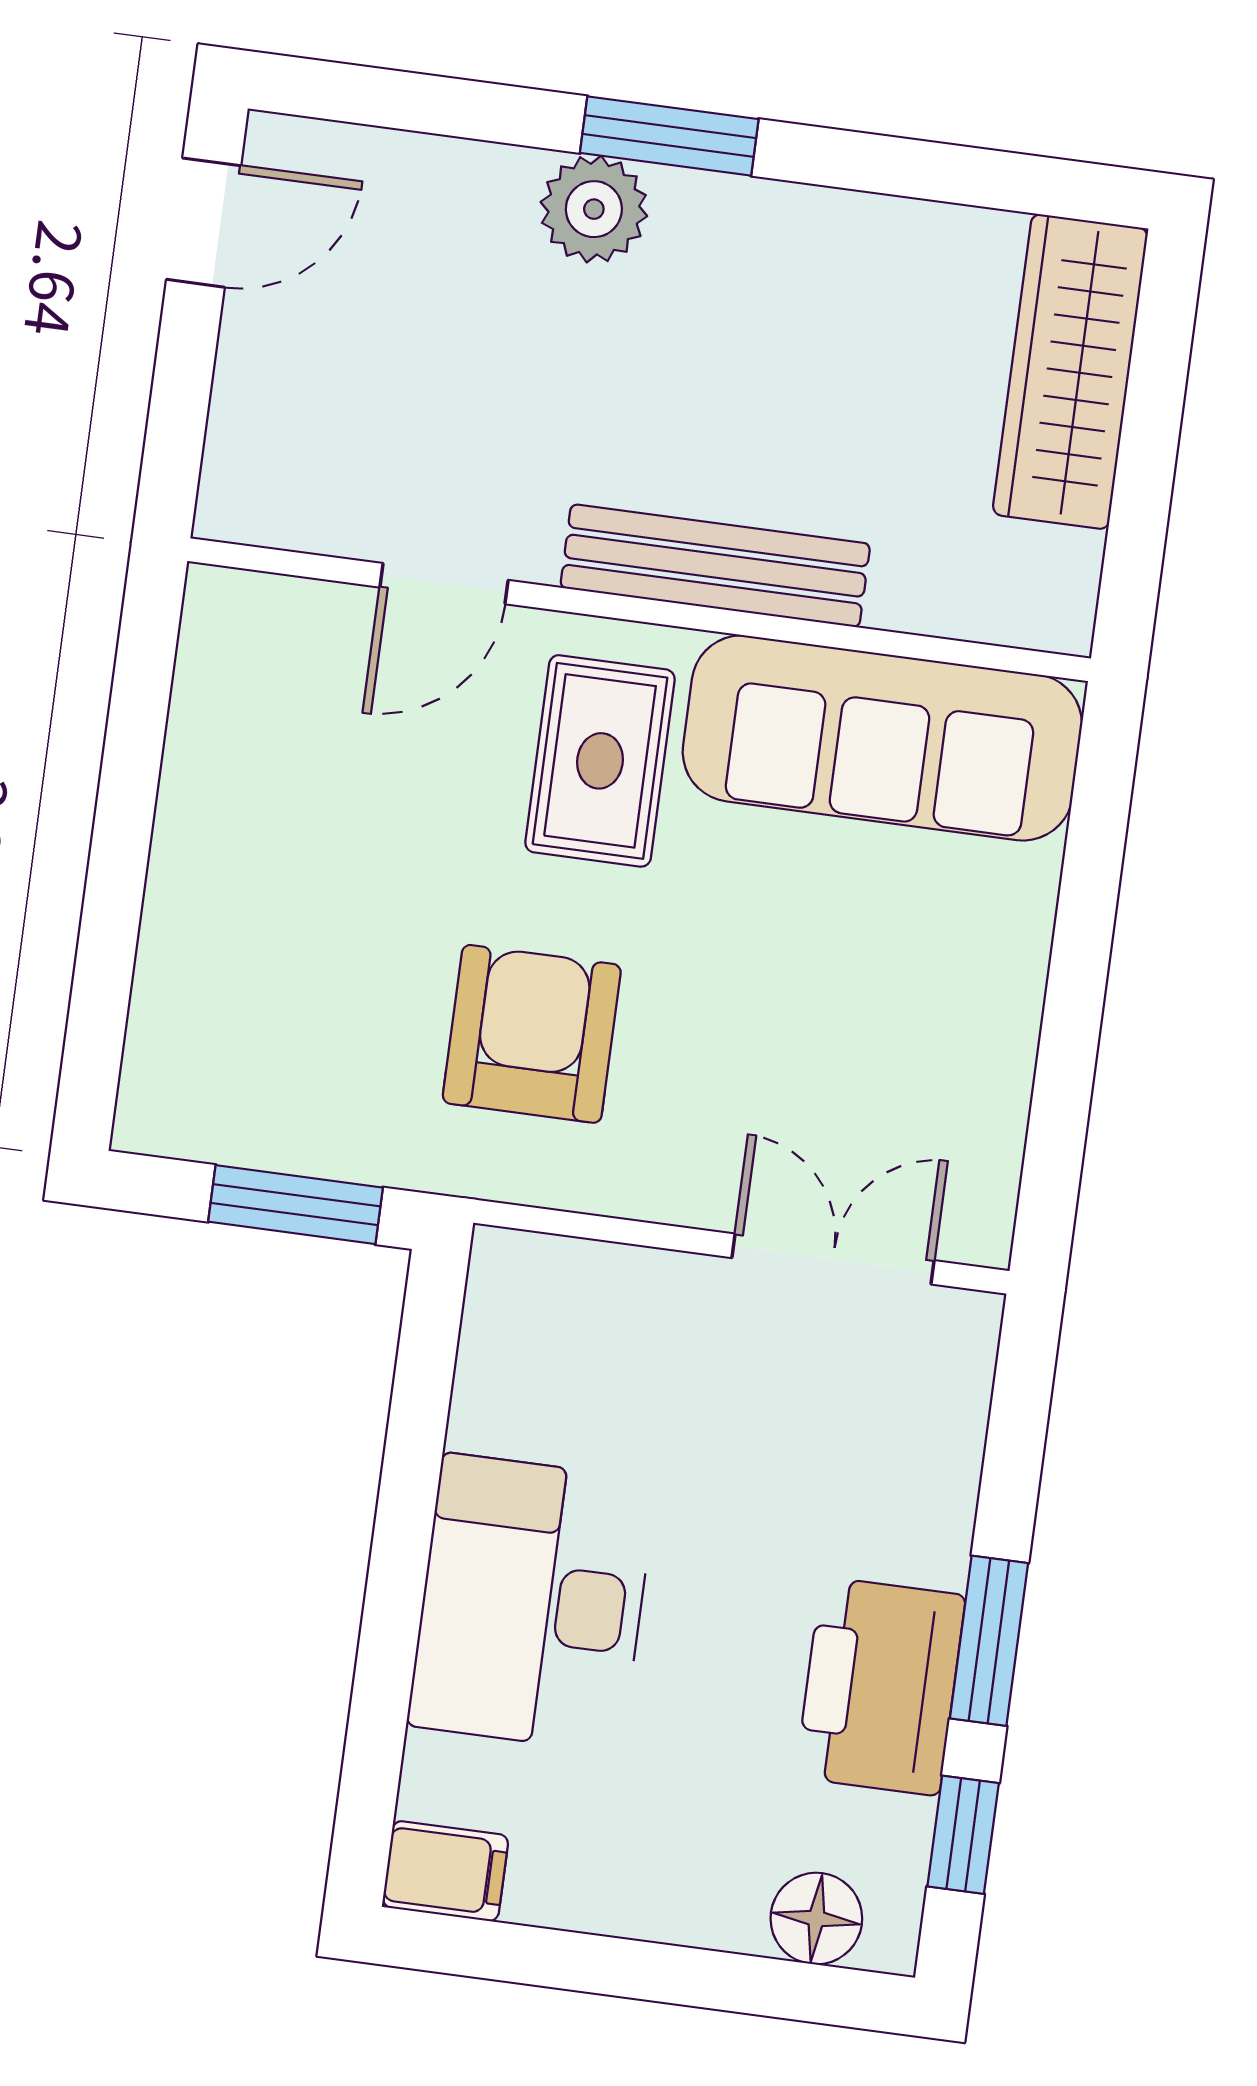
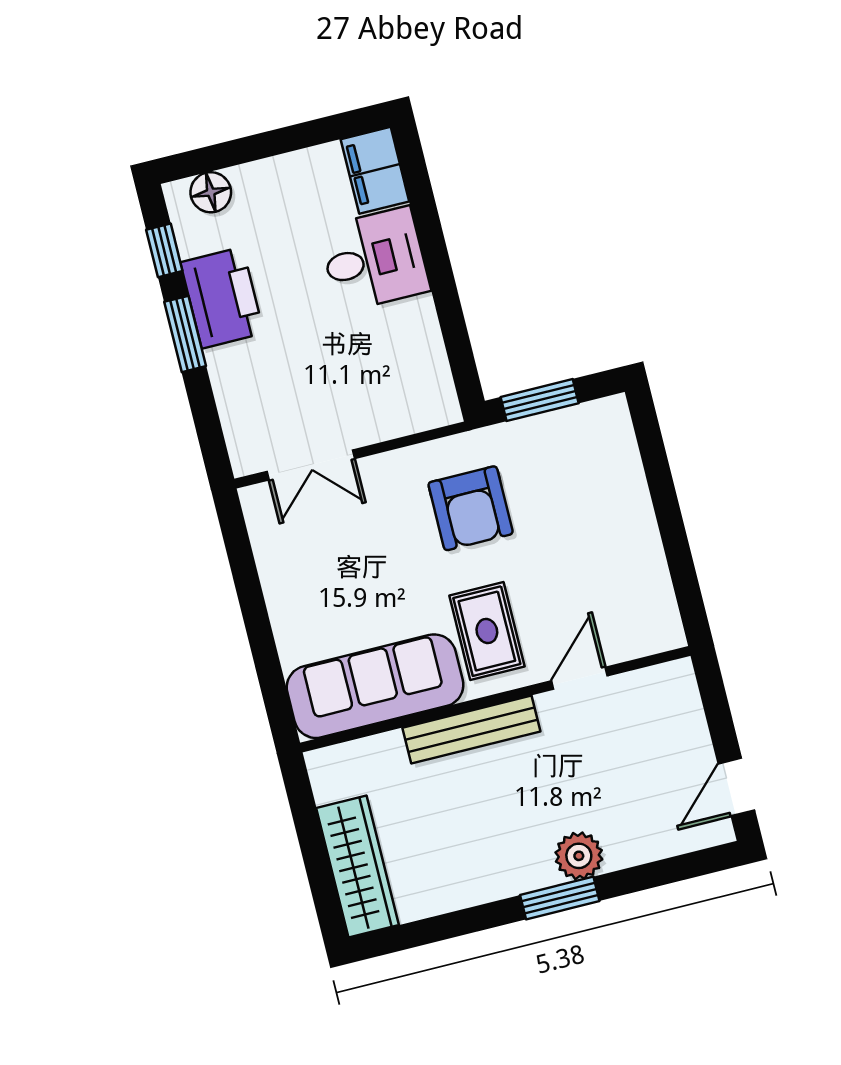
desk: (532, 1603) -> (374, 259), width x0.73
filing cabinet: (445, 1871) -> (375, 170), width x2.00

